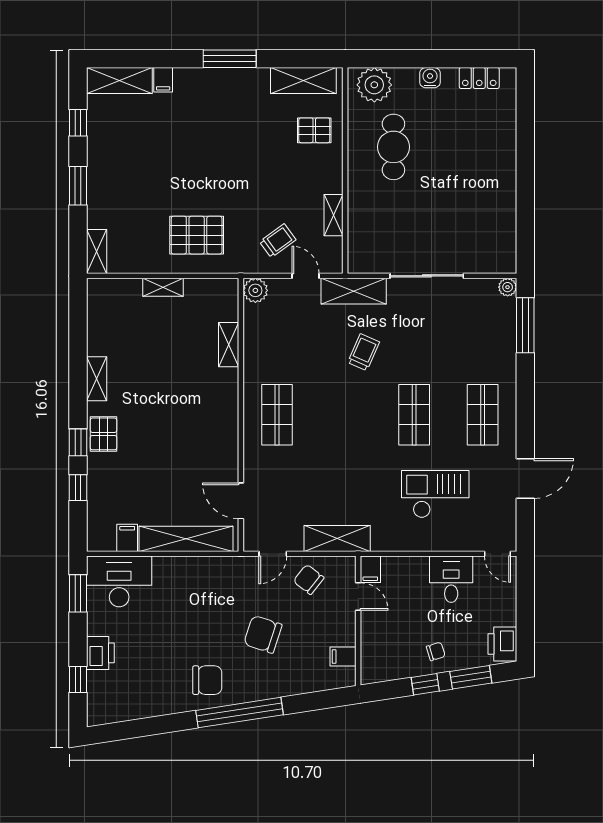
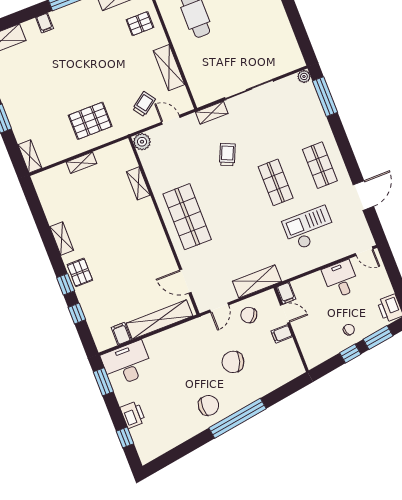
filing cabinet: (163, 80) -> (45, 23), moved
shelving: (334, 215) -> (169, 68), width x1.50, depth x1.33
shelving: (354, 291) -> (212, 113), width x0.67, depth x0.75
shop shelf: (277, 415) -> (187, 217), width x1.43, depth x1.36
filing cabinet: (343, 657) -> (282, 334), moved

